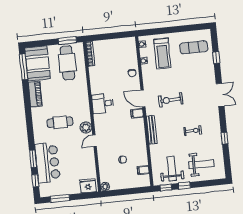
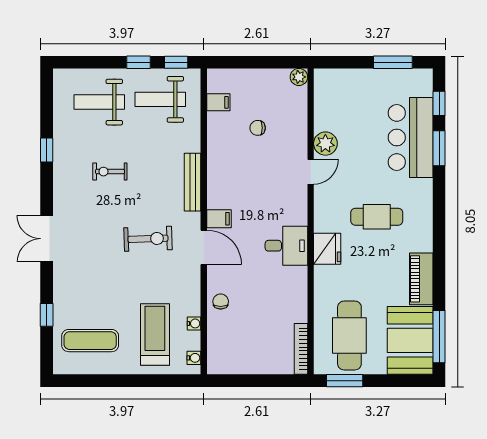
plant: (86, 127) -> (325, 144), moved
weight bench: (172, 169) -> (160, 99), turned 90
fridge: (88, 186) -> (327, 249), moved, turned -90

